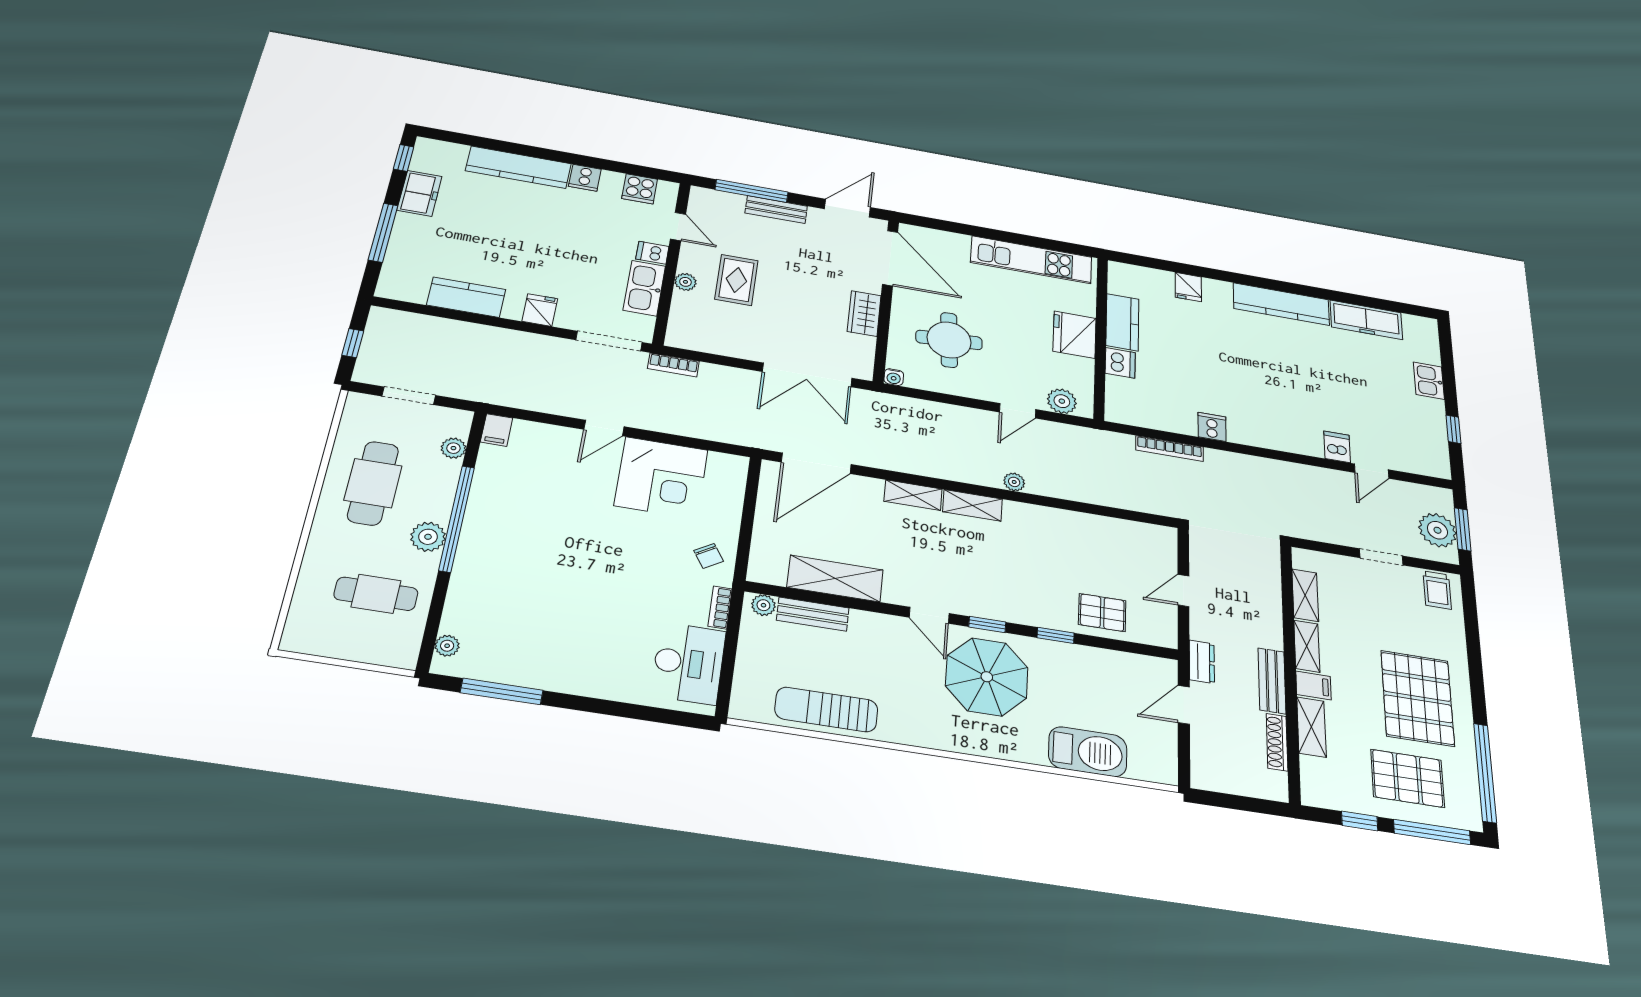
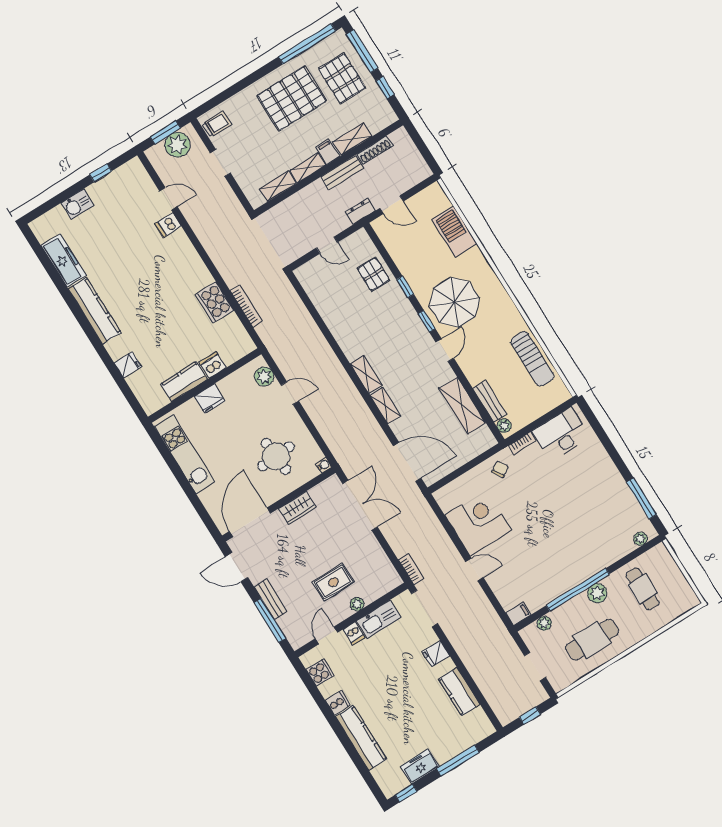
fridge: (1074, 335) -> (210, 399), width x0.73, depth x0.75
cooker: (1212, 427) -> (214, 302), width x1.87, depth x1.31
plant: (1014, 482) -> (335, 365), removed

